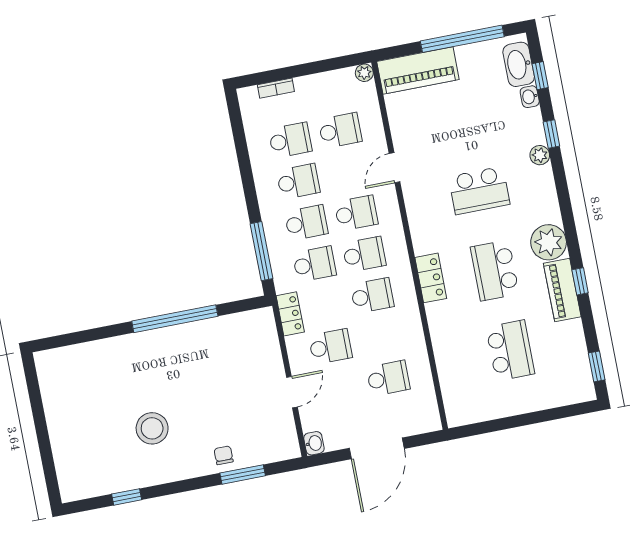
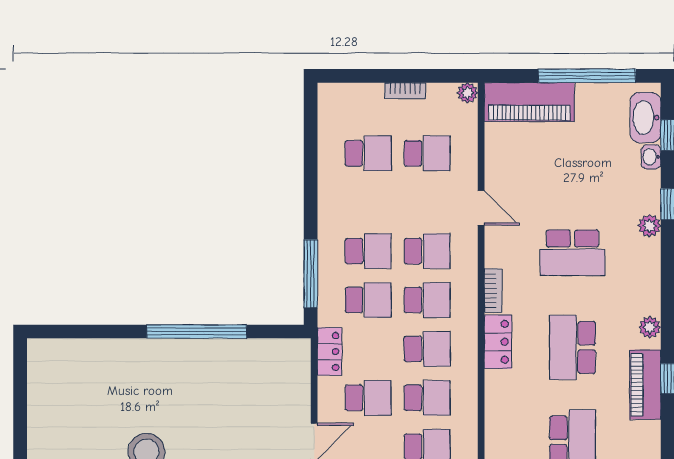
bookcase: (276, 88) -> (405, 91), moved
door: (395, 168) -> (481, 208), swing flipped
school desk: (298, 181) -> (427, 398), moved
bookcase: (418, 236) -> (493, 291), added
plant: (549, 242) -> (650, 327), width x0.53, depth x0.53

